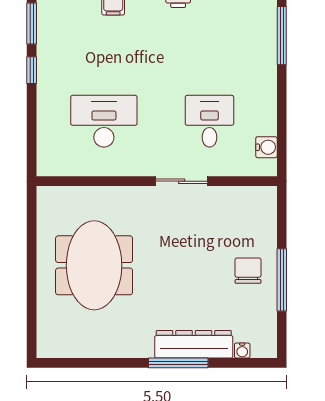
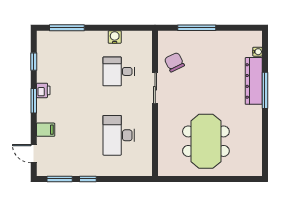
water cooler: (266, 147) -> (115, 37), moved
meeting table: (94, 265) -> (206, 141), turned 90
chair: (248, 271) -> (174, 62), moved, turned 64
window: (282, 280) -> (197, 28), moved

